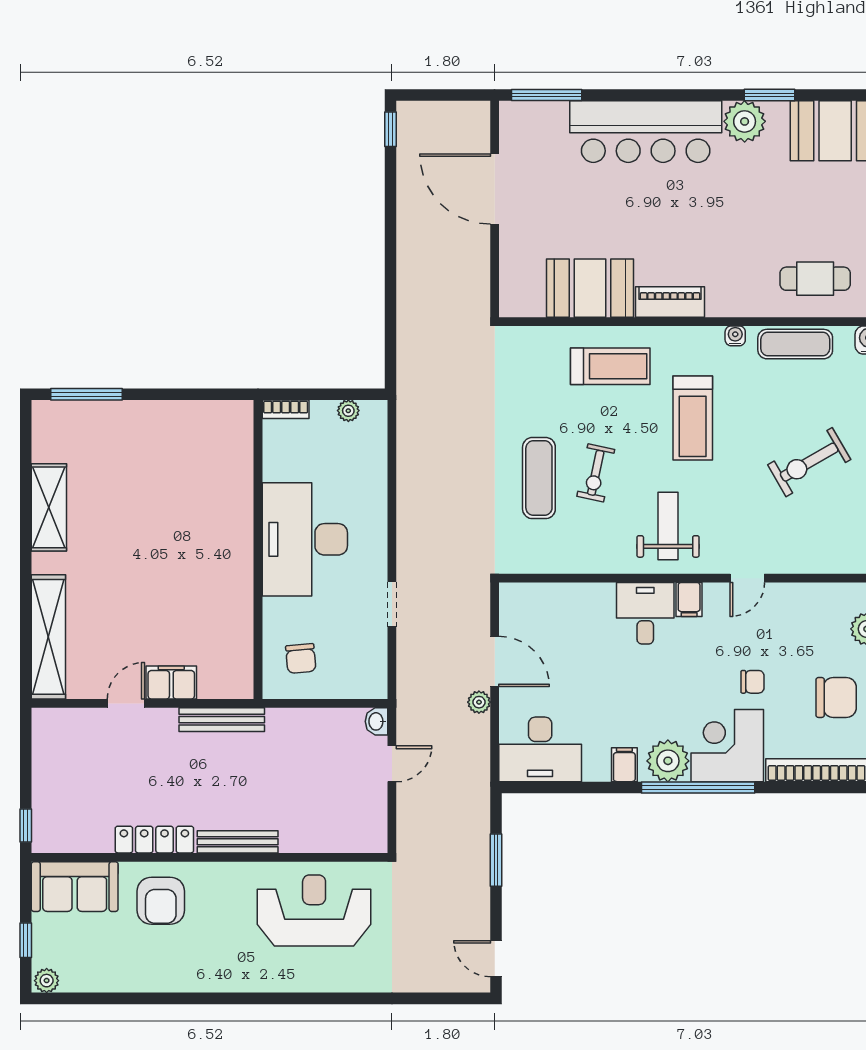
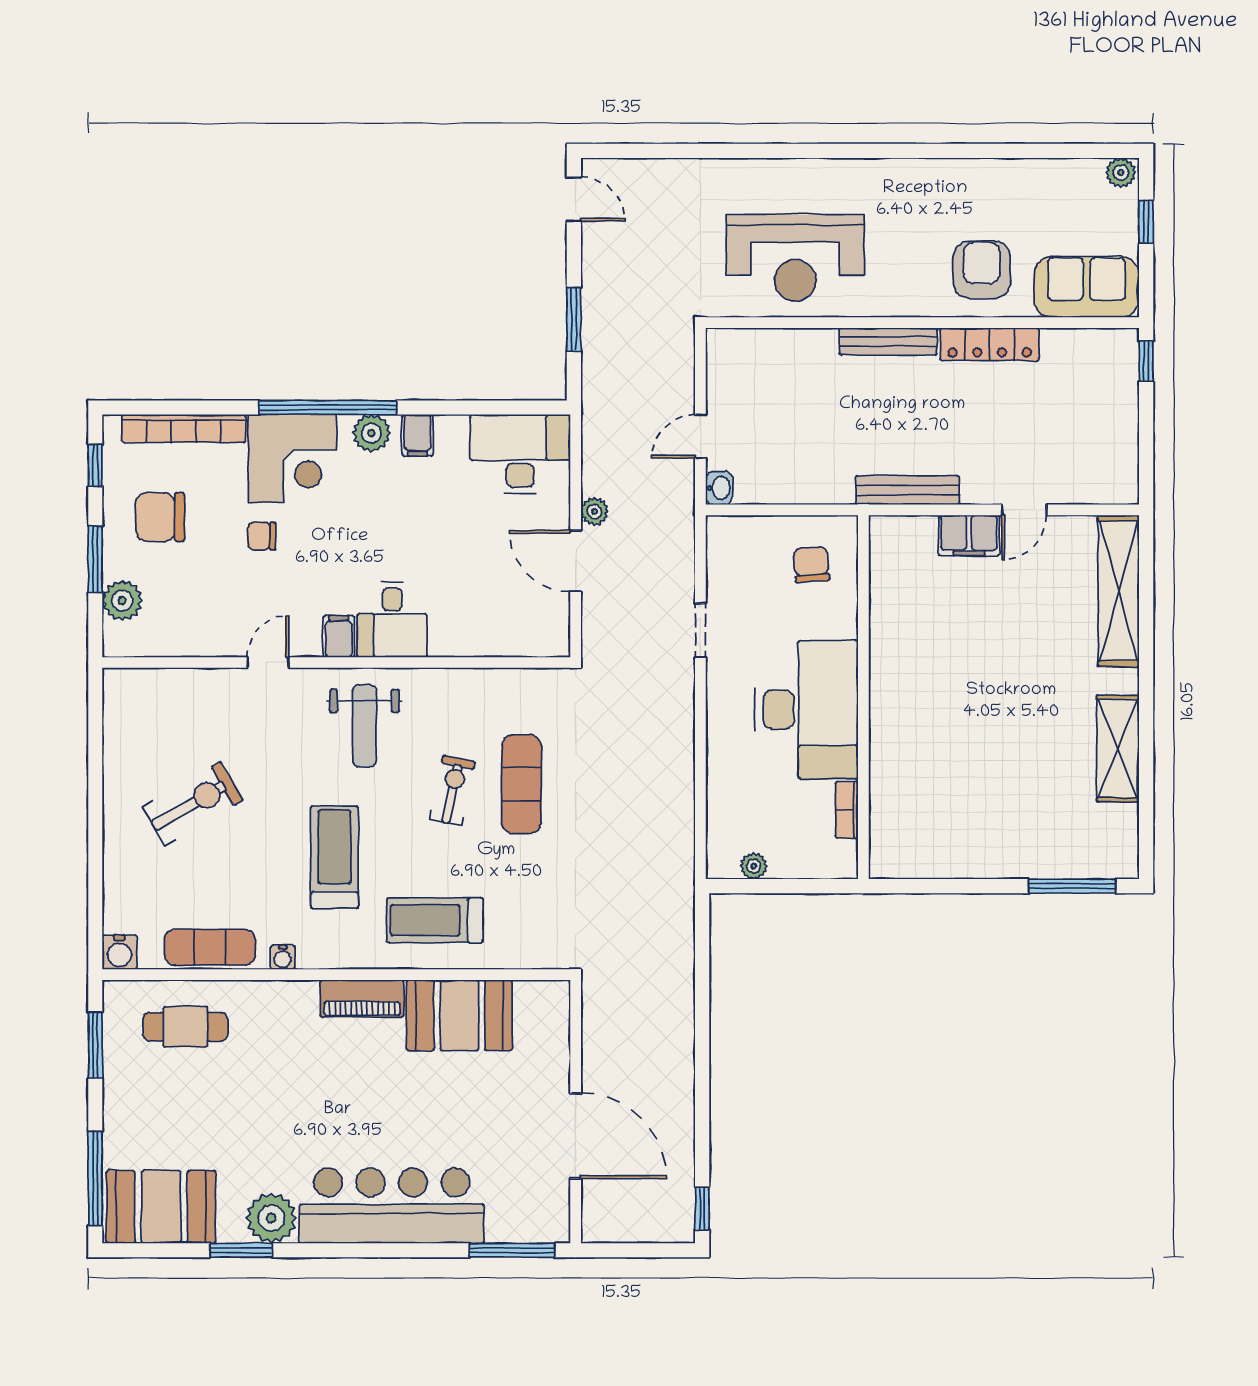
bookcase: (286, 409) -> (847, 810), moved, turned -90
plant: (668, 761) -> (371, 433), width x0.73, depth x0.73

